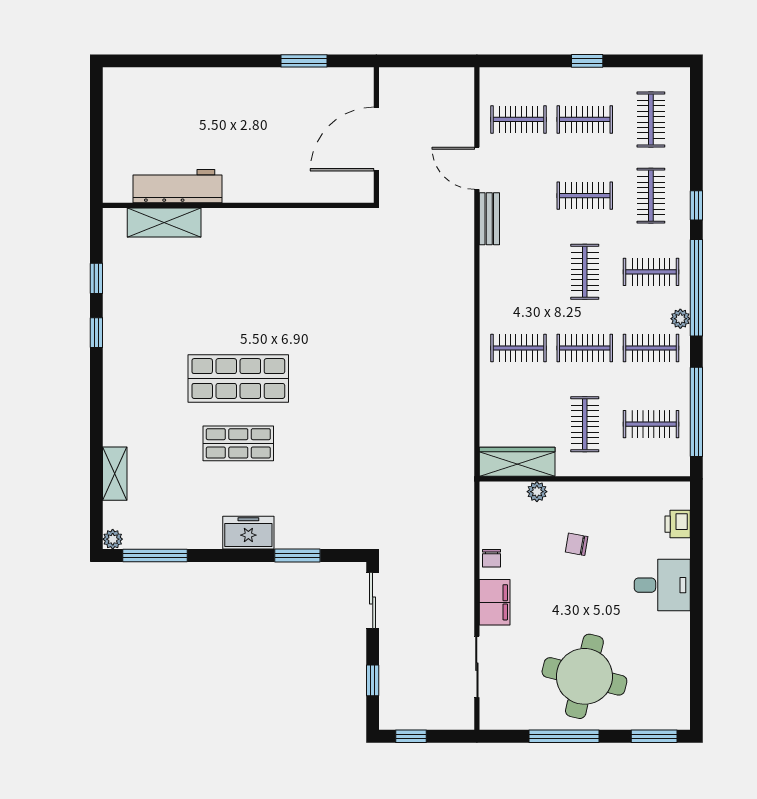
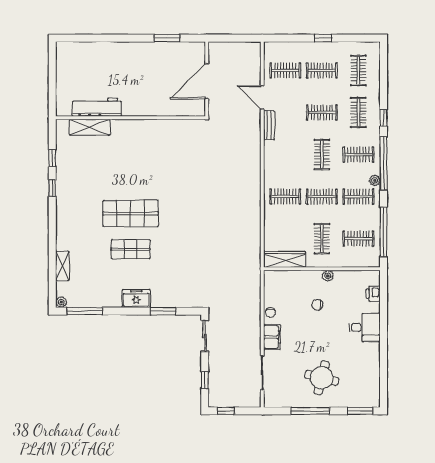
plant: (537, 492) -> (328, 276), moved
round table: (584, 676) -> (322, 378), width x0.73, depth x0.73

